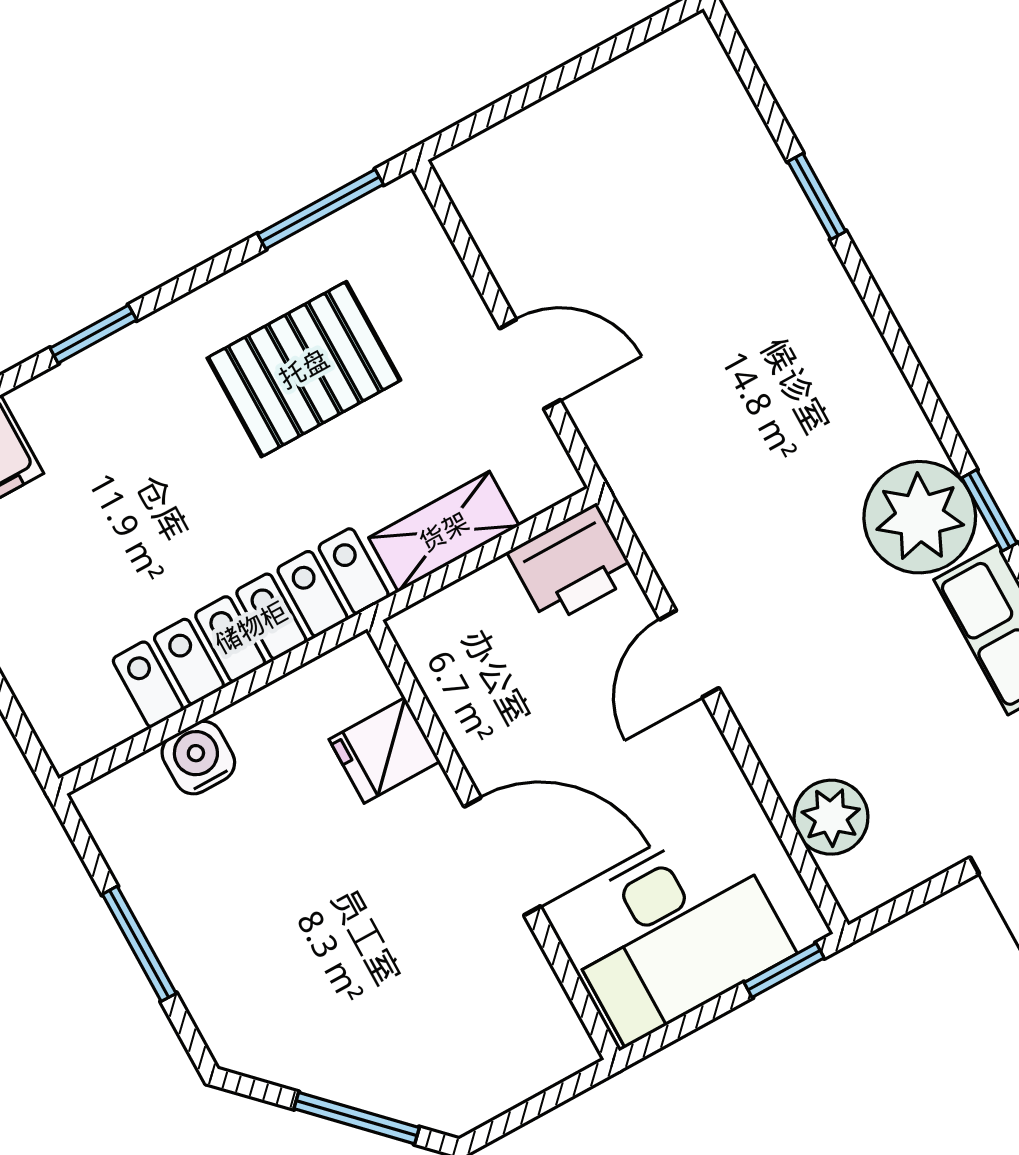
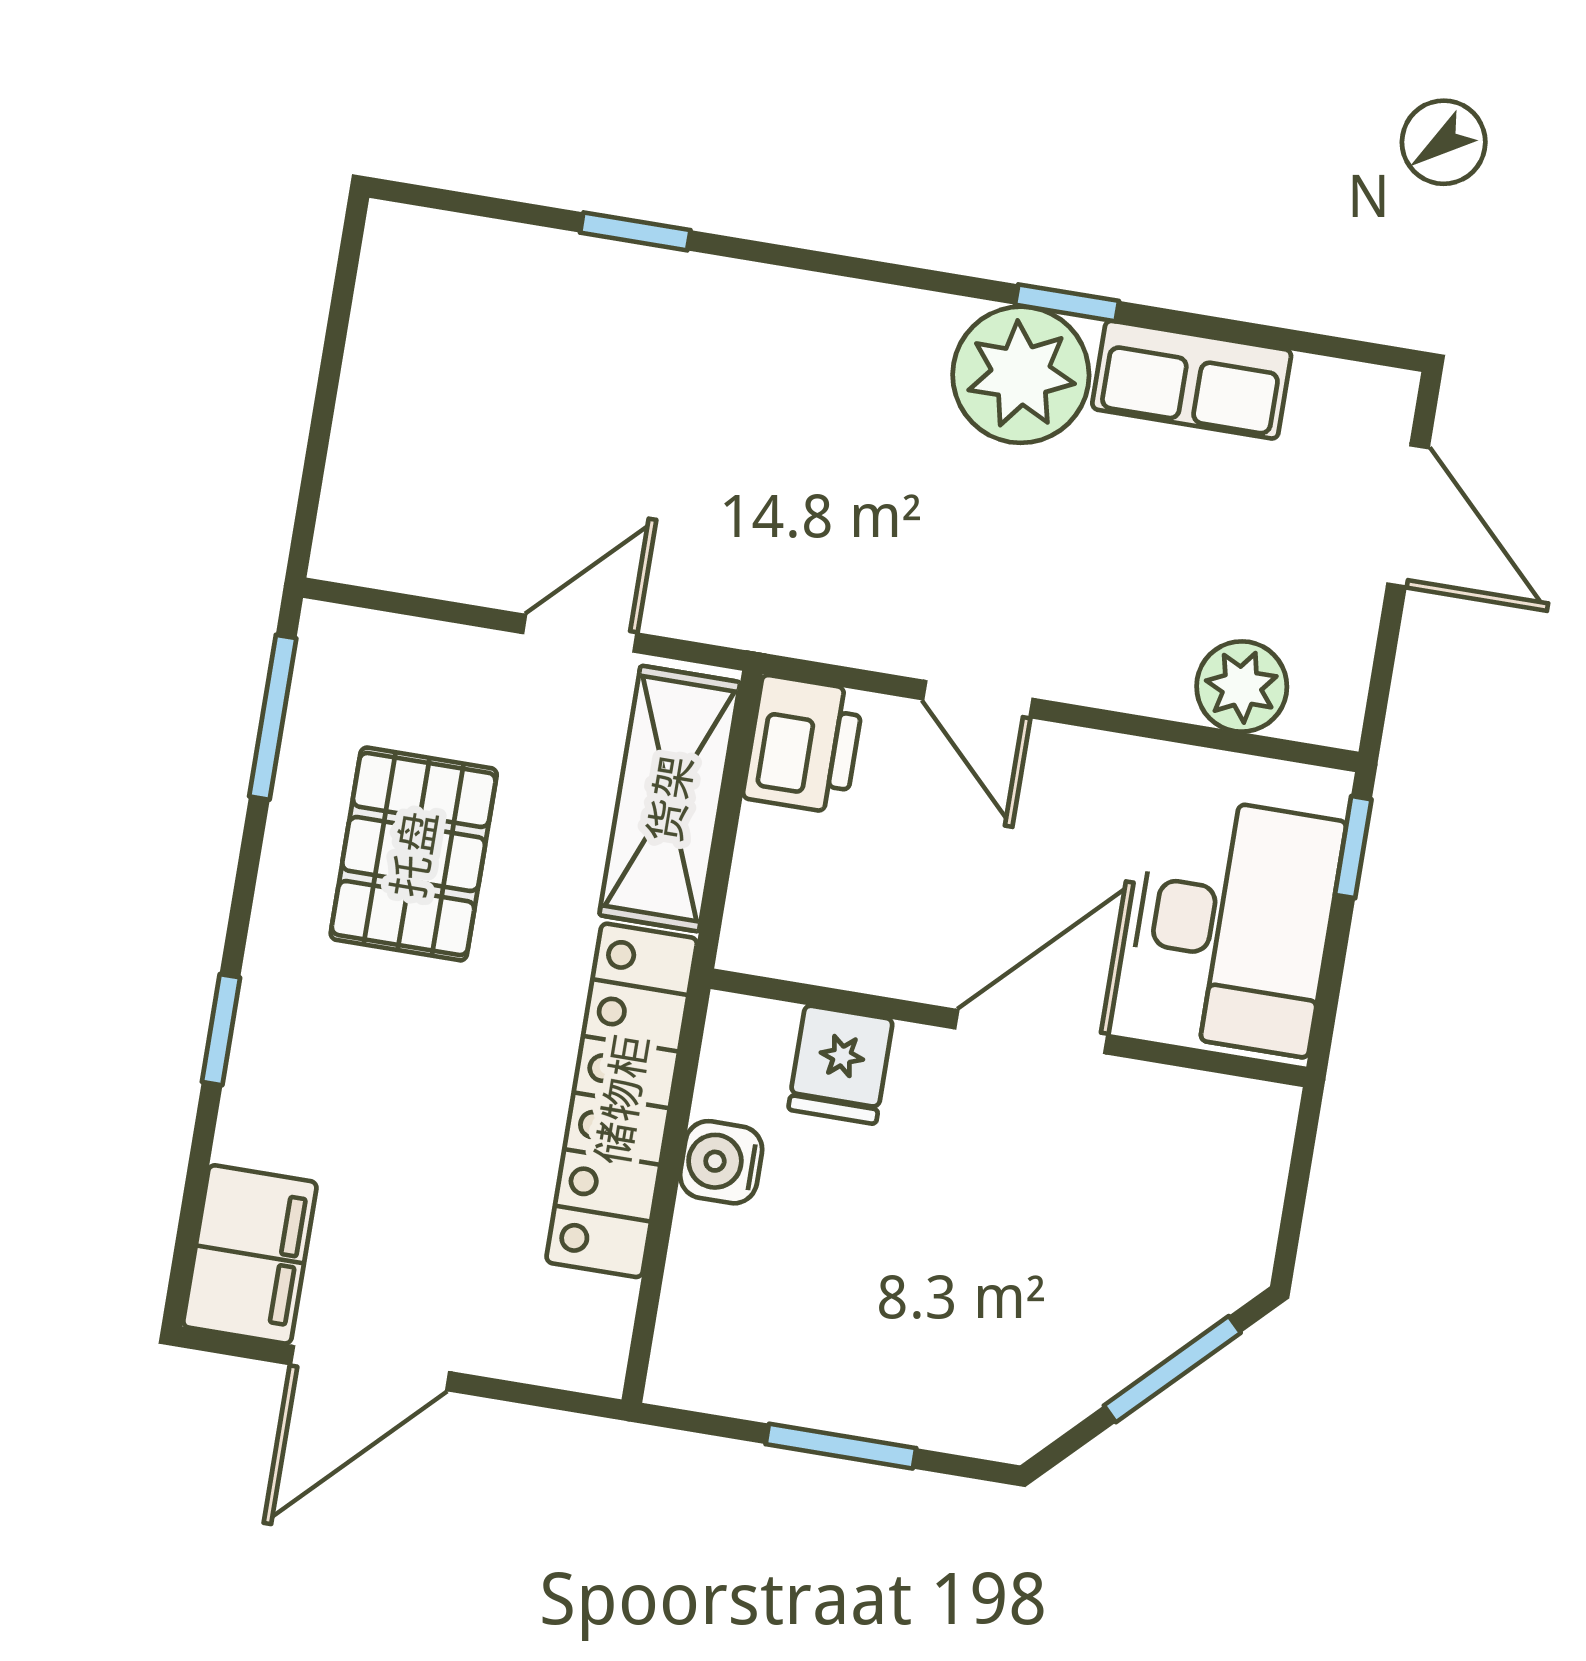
shelving: (444, 532) -> (670, 799), width x1.50, depth x1.33
water cooler: (198, 758) -> (721, 1162), moved

